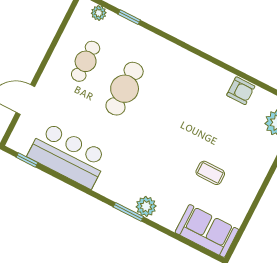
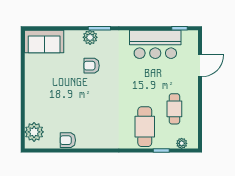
cafe table: (125, 89) -> (145, 127), moved
armchair: (163, 170) -> (92, 66), added
coffee table: (210, 173) -> (61, 79), removed

